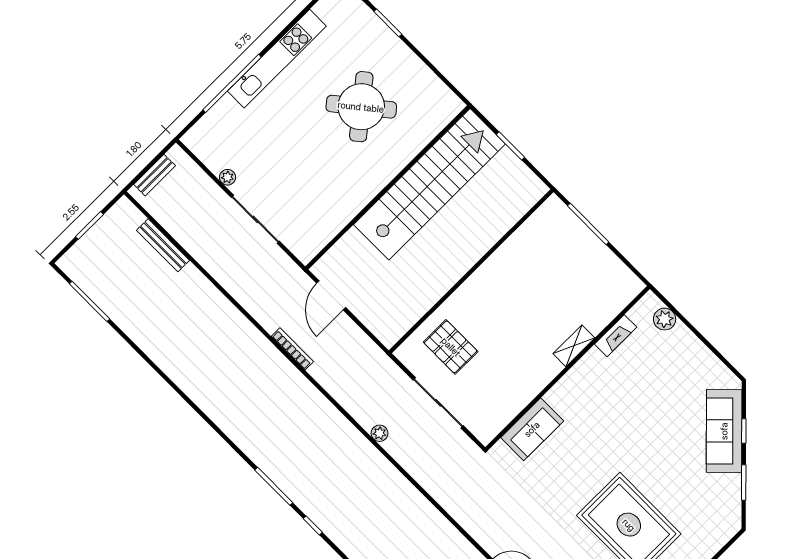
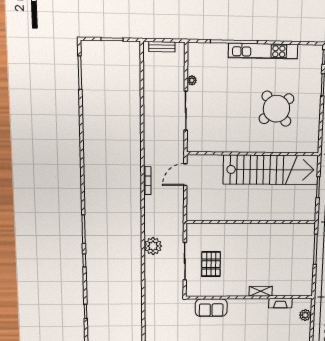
bench: (163, 245) -> (136, 81), removed
pallet: (451, 347) -> (211, 264), moved
plant: (380, 433) -> (153, 246), width x1.87, depth x1.87

